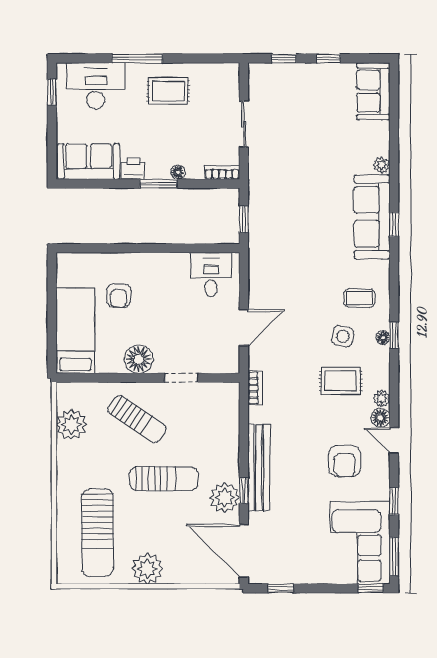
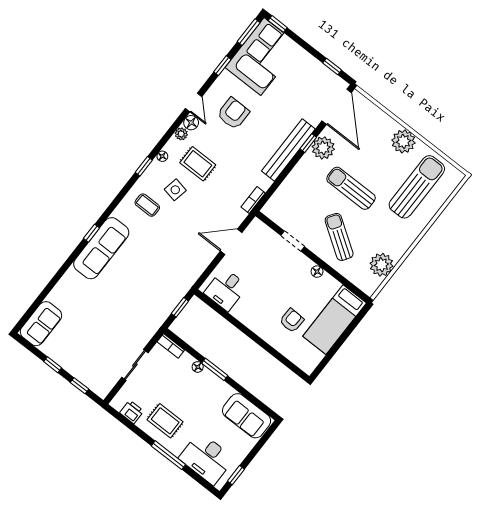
plant: (382, 165) -> (71, 275), removed
printer: (133, 169) -> (132, 412), moved, turned 180
floor lamp: (383, 338) -> (162, 156), moved
floor lamp: (139, 359) -> (317, 272), width x0.53, depth x0.53

